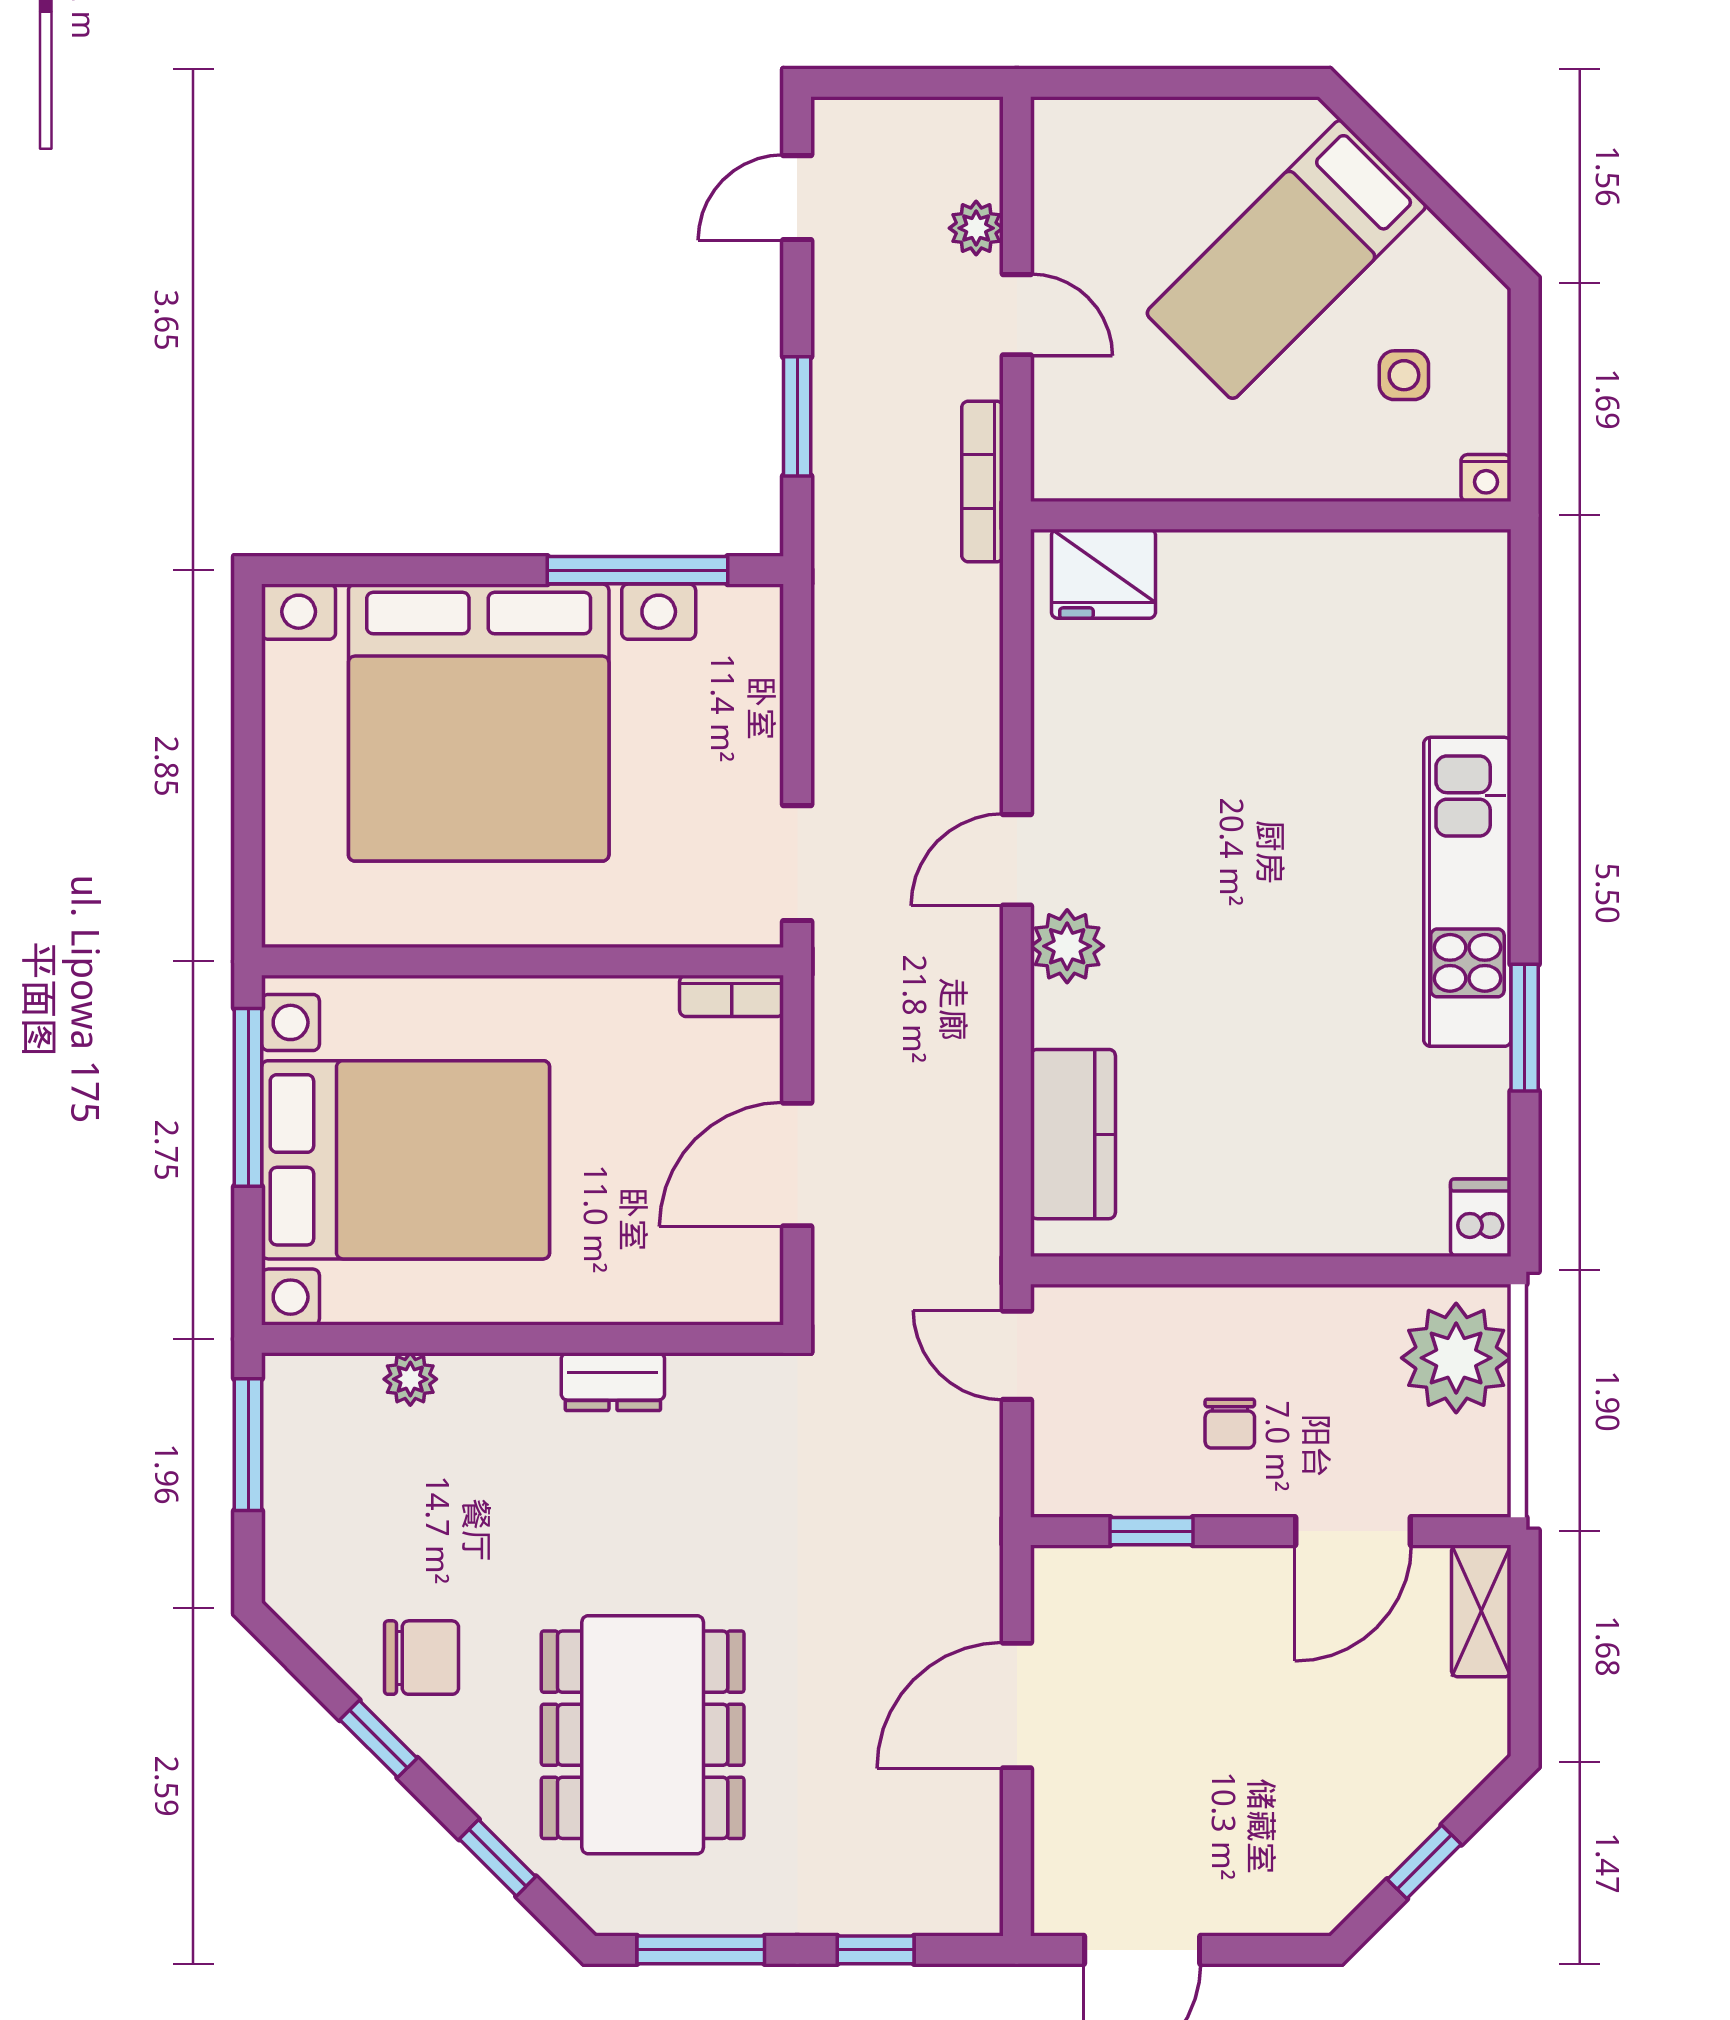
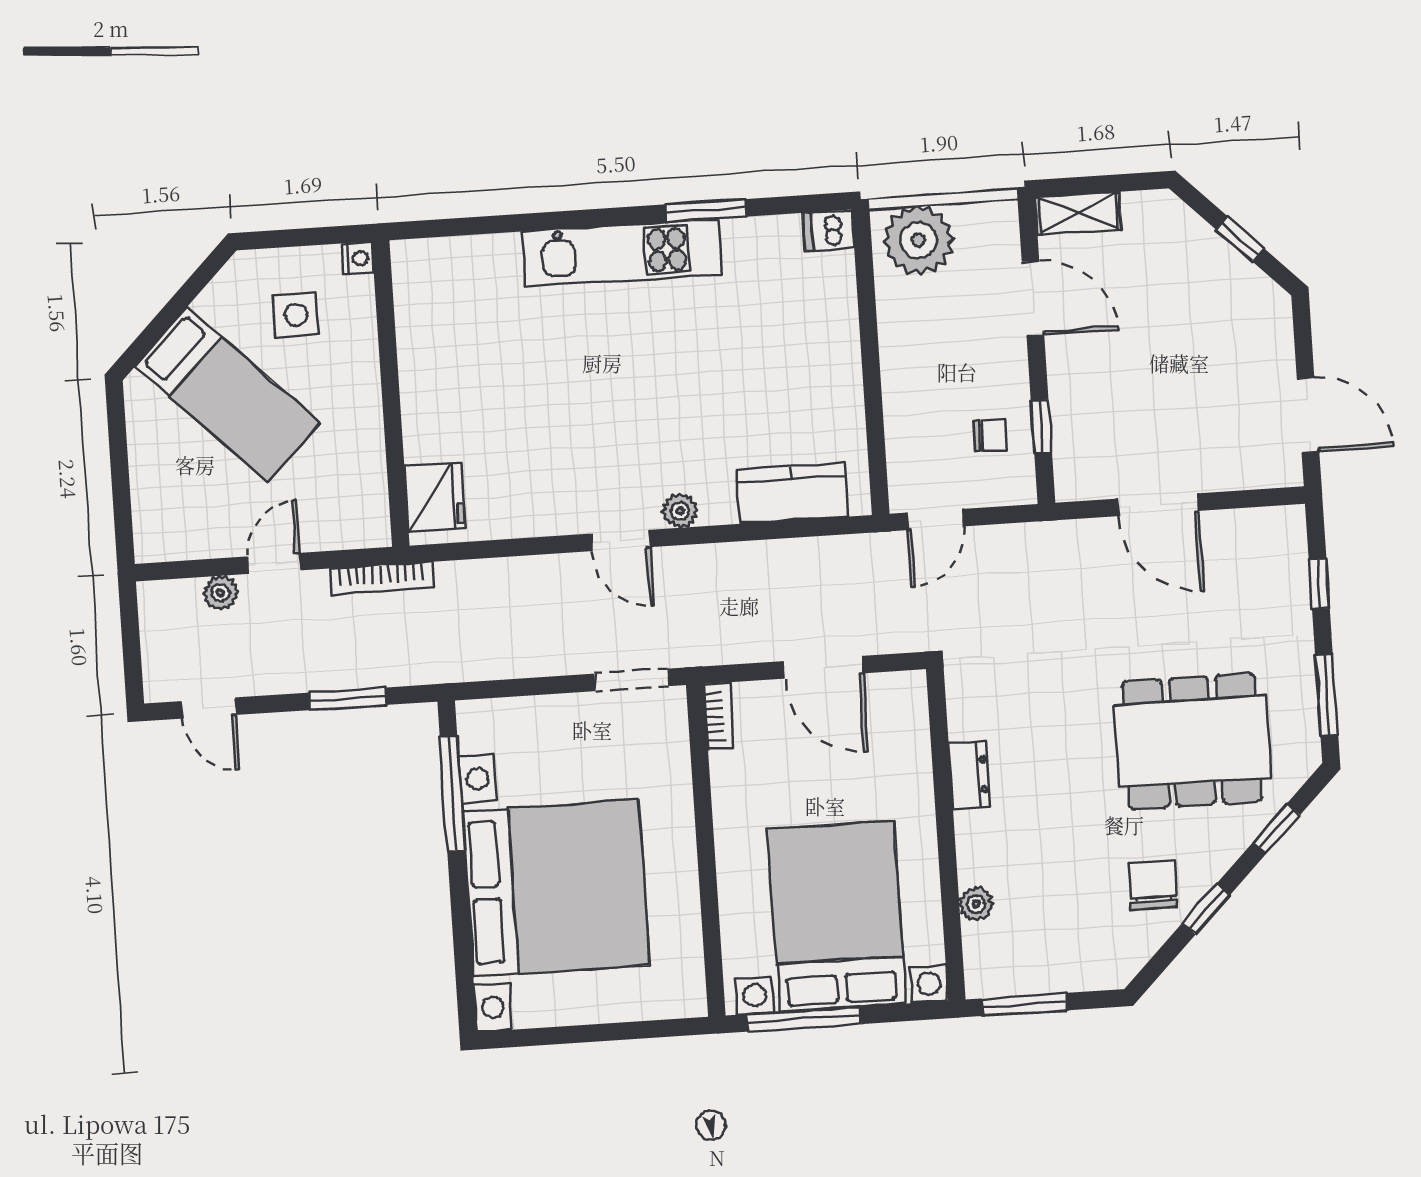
side table: (1404, 375) -> (296, 315), width x1.37, depth x1.37
plant: (1067, 946) -> (680, 511), width x0.73, depth x0.73
chair: (1230, 1424) -> (990, 435), moved

